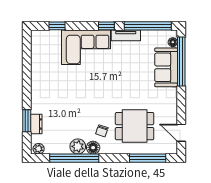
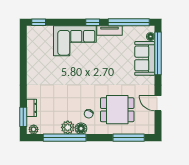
window: (57, 26) -> (39, 22), moved
window: (27, 121) -> (23, 117), moved
door: (181, 133) -> (158, 103), moved

